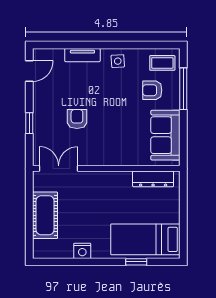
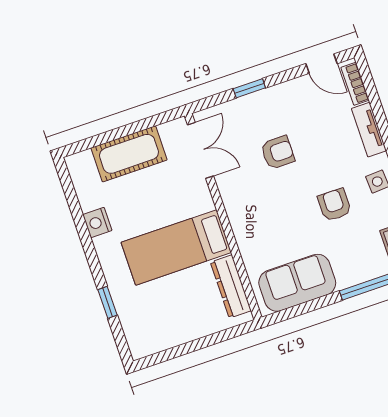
bookcase: (50, 54) -> (355, 84), added
armchair: (152, 90) -> (334, 205), moved
bed: (145, 239) -> (176, 247), moved, turned -90

